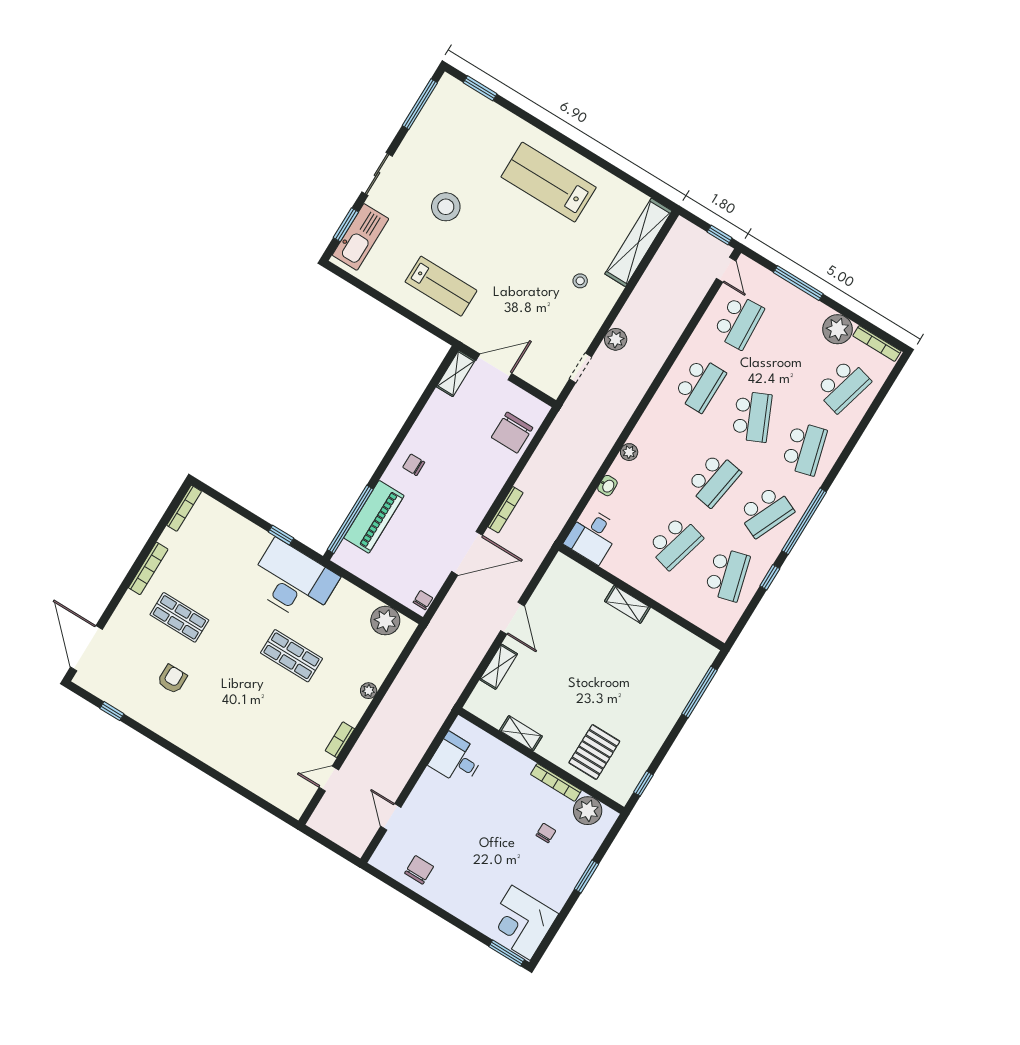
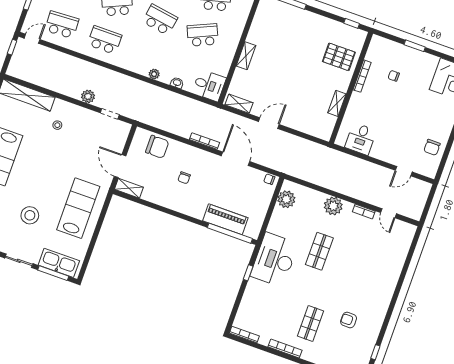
window: (346, 225) -> (53, 273), width x1.44
lab bench: (441, 286) -> (78, 208), width x1.36, depth x1.39
chair: (414, 465) -> (184, 178), moved
school desk: (675, 543) -> (203, 35), turned -39
shelving: (499, 667) -> (239, 104), moved
plant: (369, 691) -> (333, 206), width x1.87, depth x1.87
plant: (588, 811) -> (375, 54), removed
chair: (419, 870) -> (432, 147), turned -90

